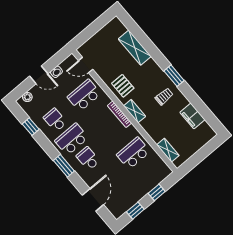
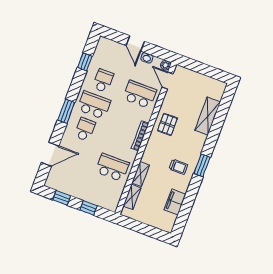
plant: (27, 97) -> (166, 65), moved
shelving: (135, 111) -> (141, 174), moved

